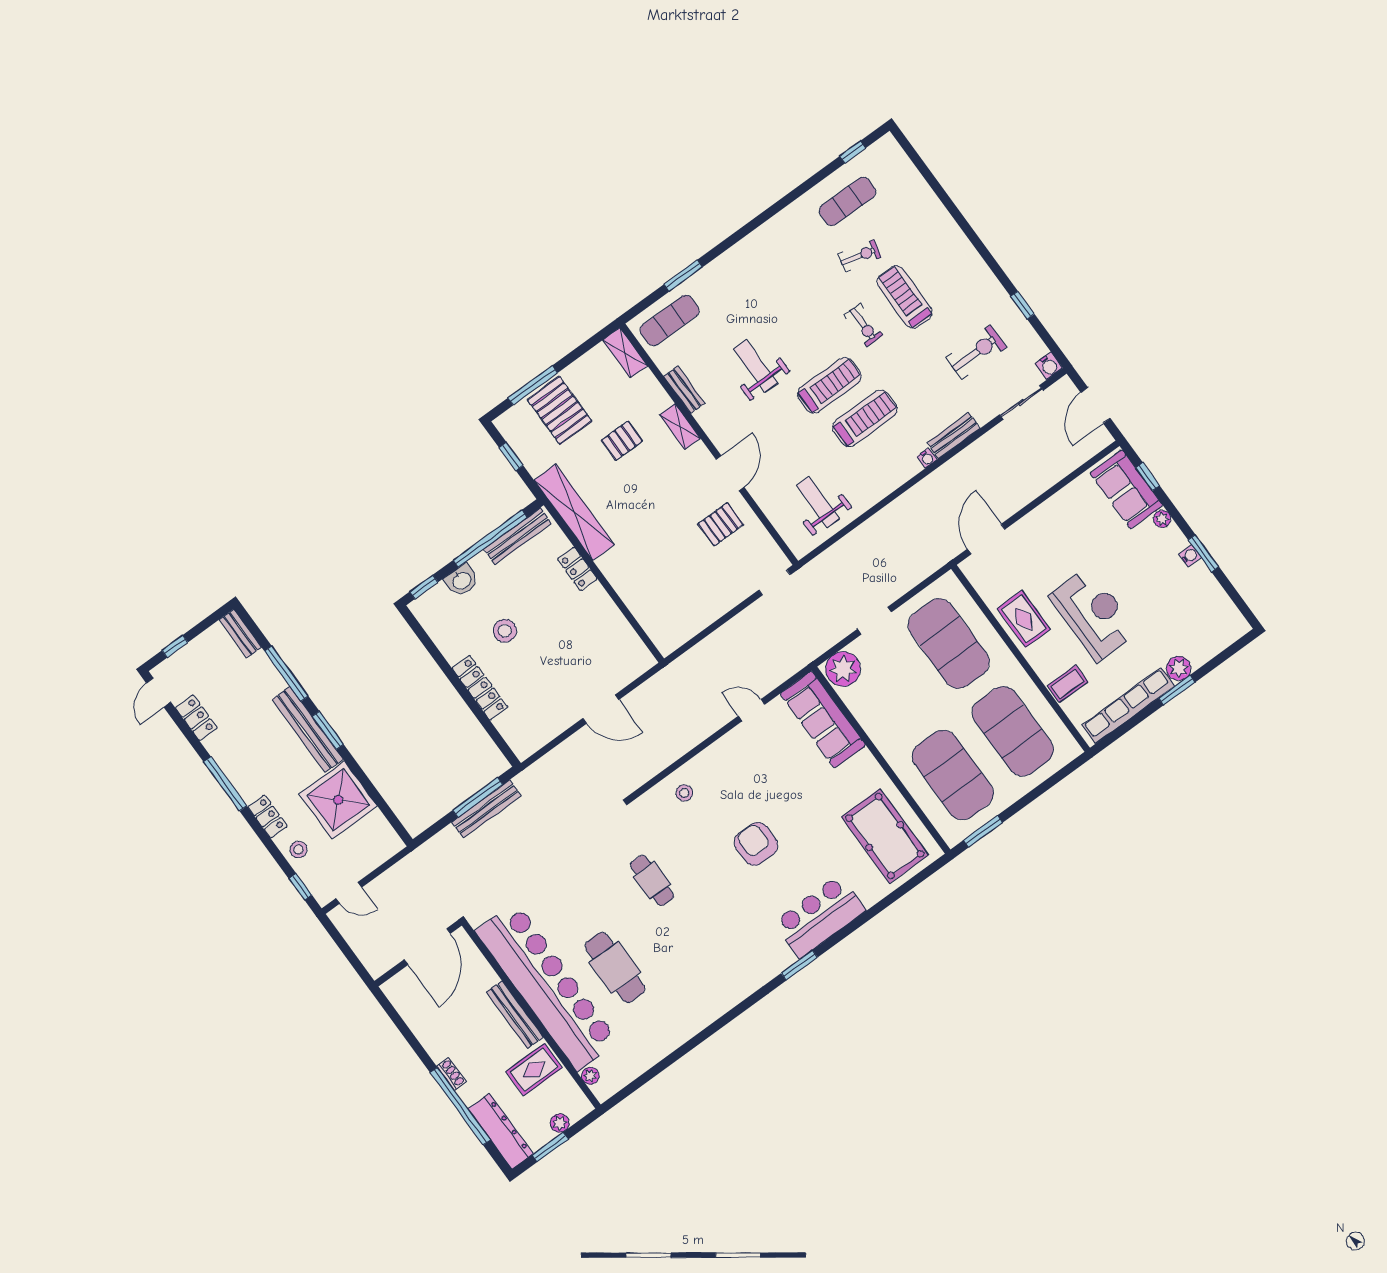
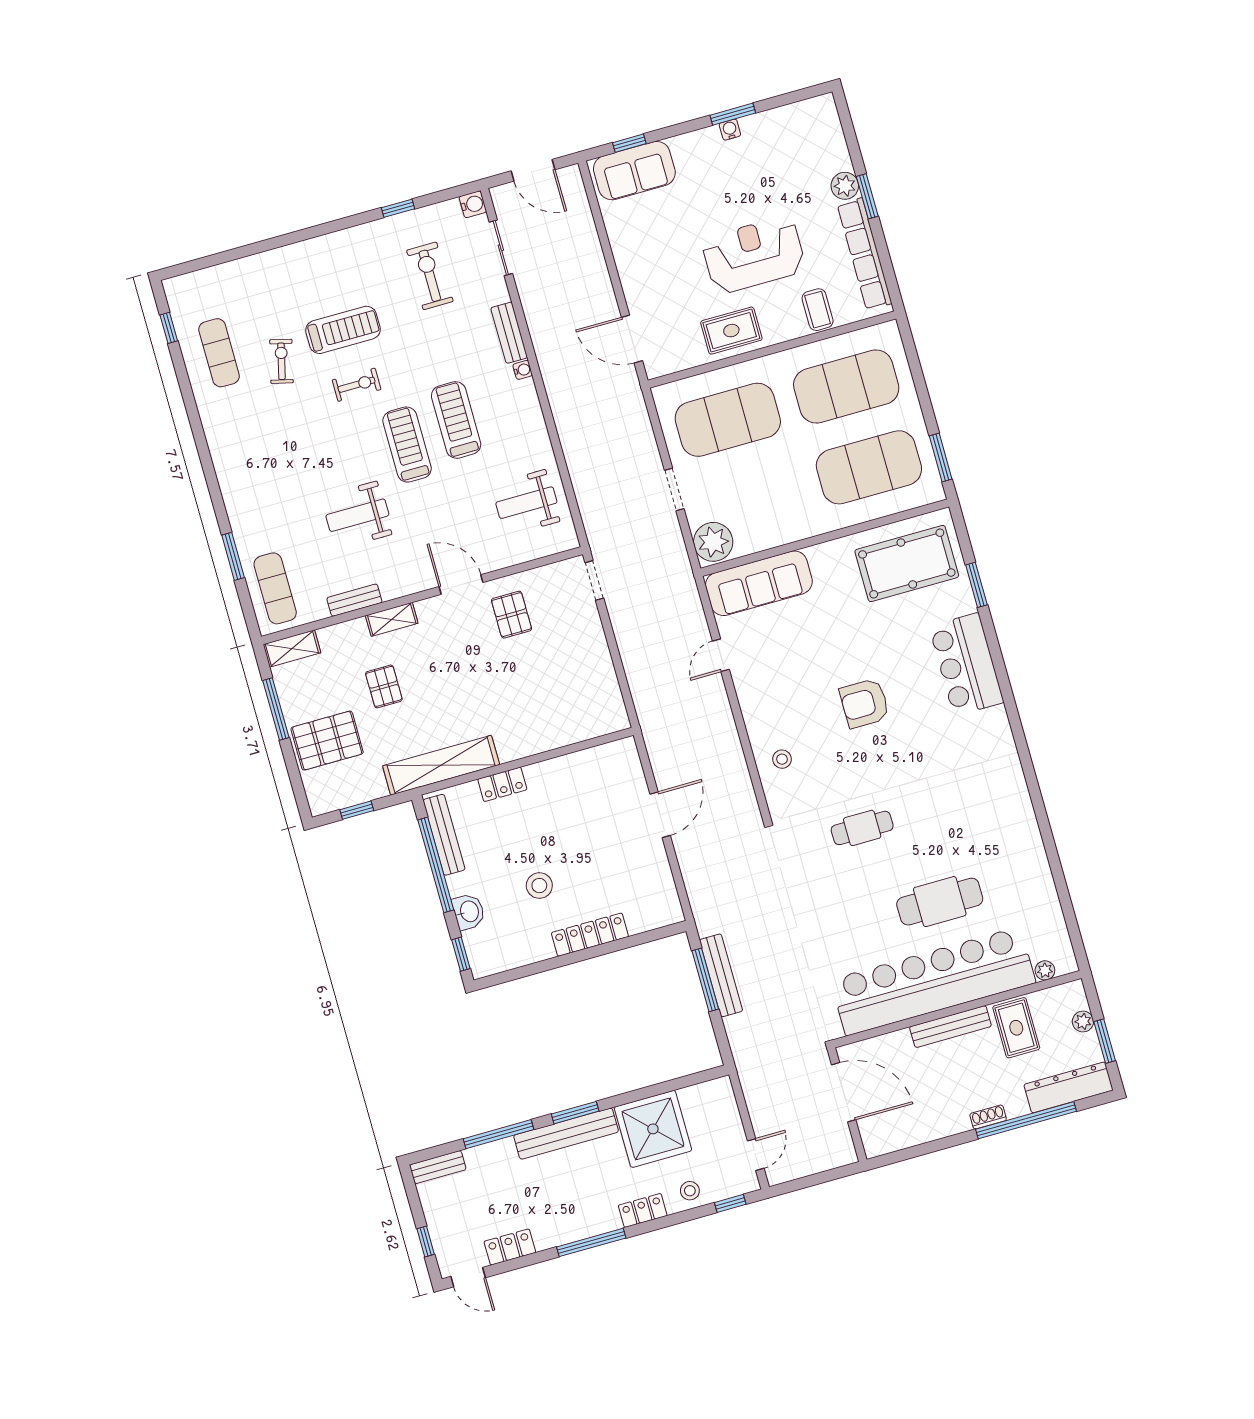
treadmill: (905, 297) -> (343, 330), turned 180
window: (533, 385) -> (276, 709), moved
plant: (1162, 519) -> (680, 144), removed
window: (799, 965) -> (976, 585), moved

